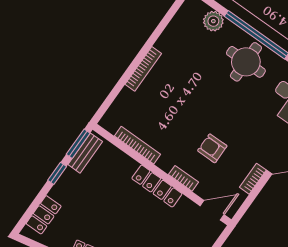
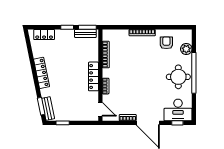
armchair: (212, 148) -> (166, 43), moved

